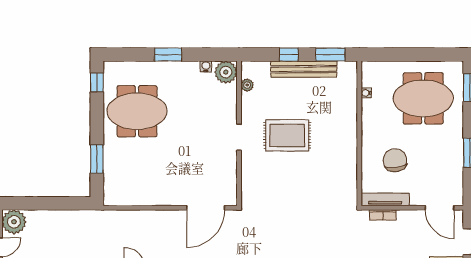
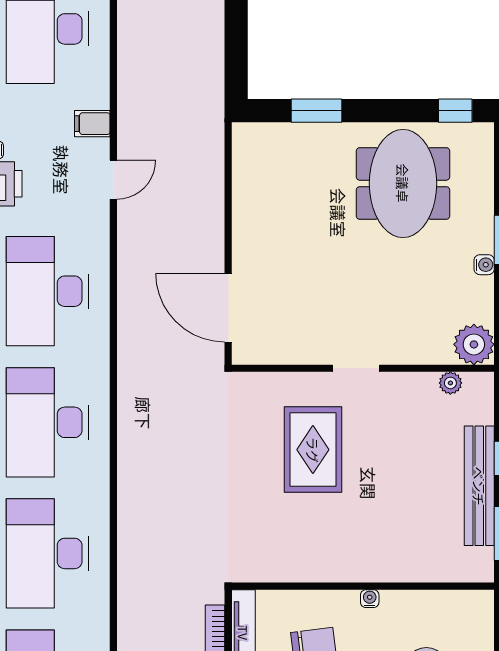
water cooler: (206, 66) -> (484, 265), moved
water cooler: (366, 93) -> (370, 599), moved
rug: (287, 135) -> (313, 450), moved

